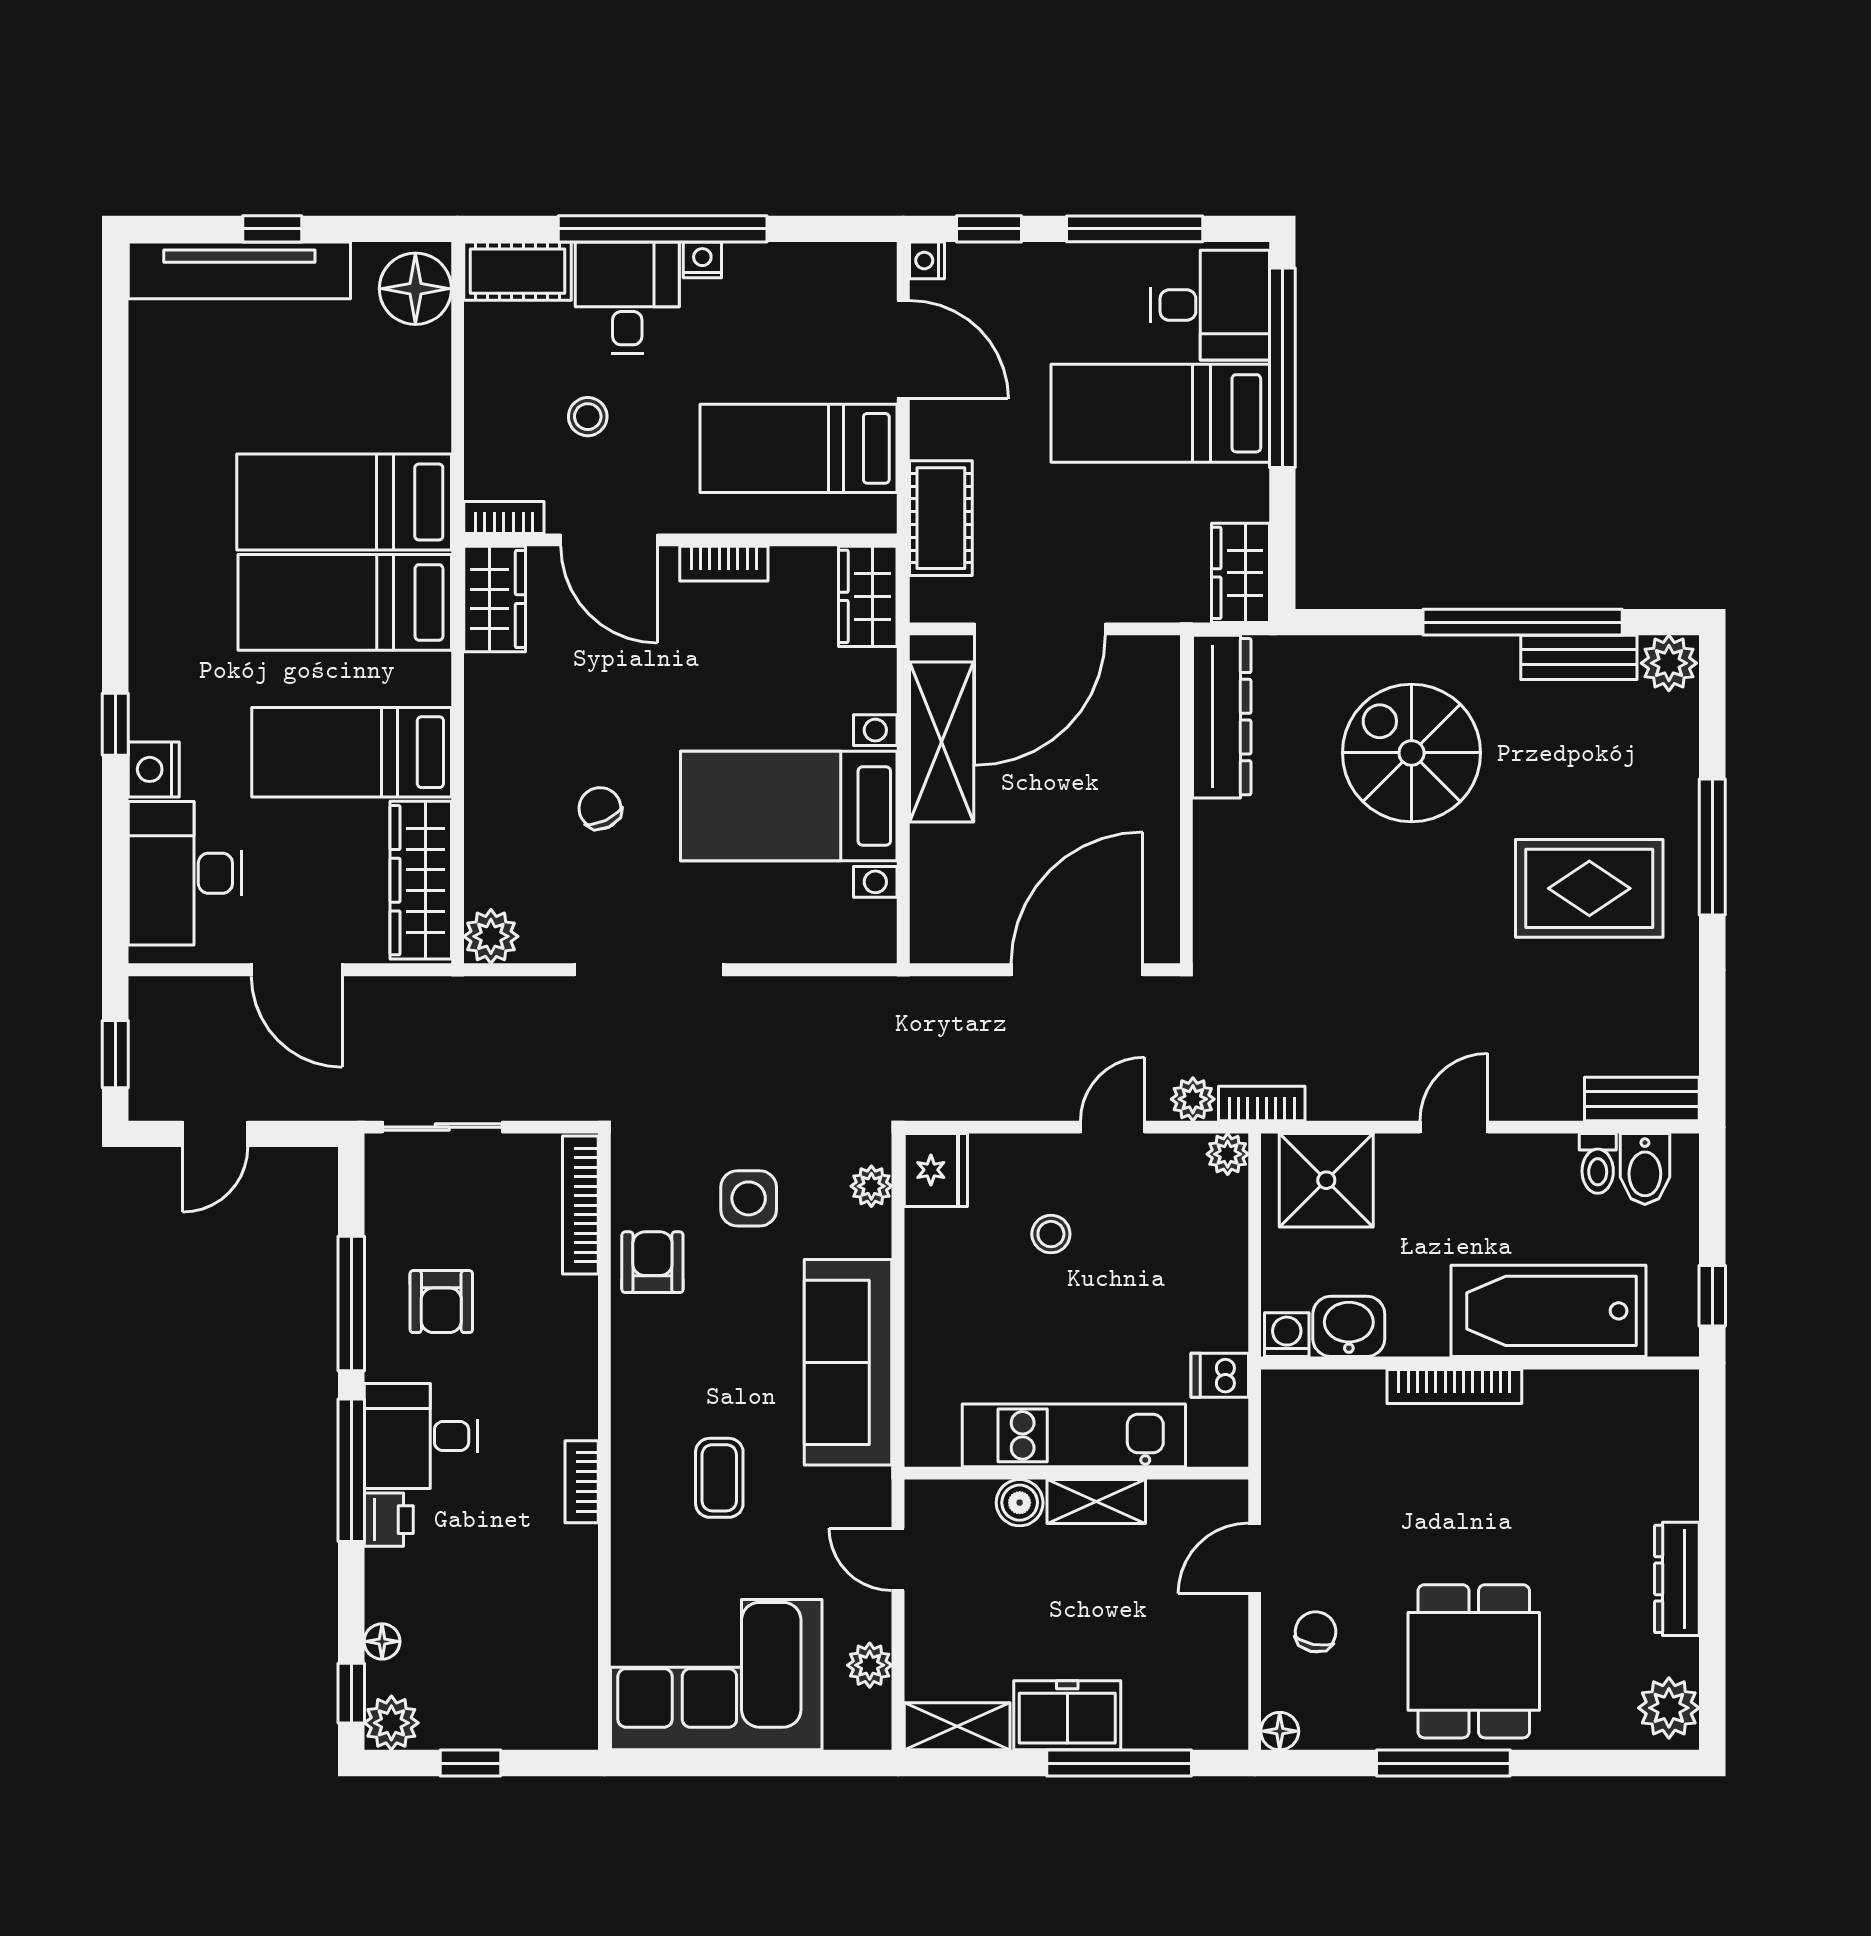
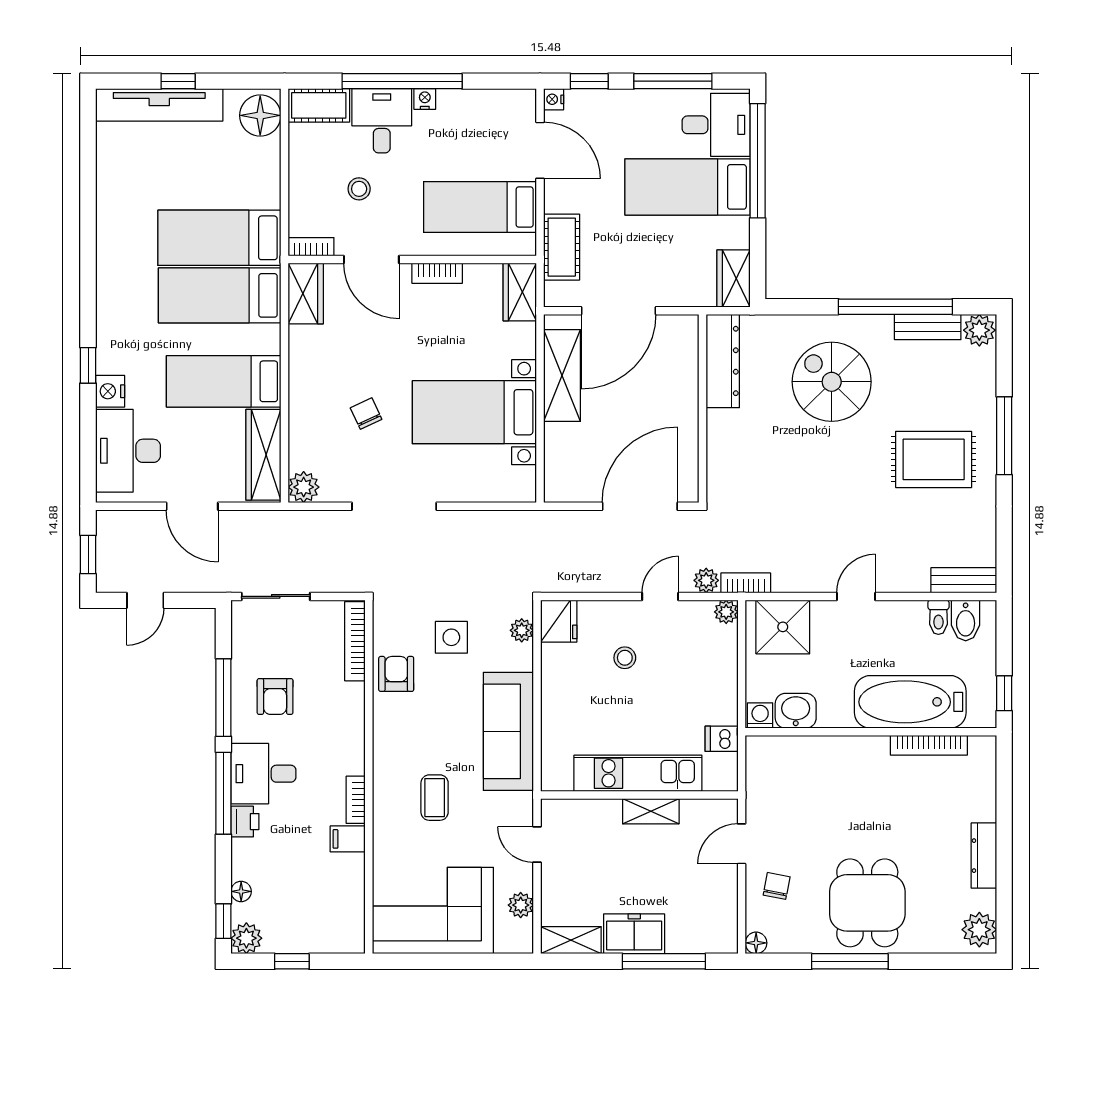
bookcase: (1454, 1387) -> (929, 745), moved
boiler: (1020, 1503) -> (607, 812), removed
filing cabinet: (568, 1550) -> (348, 839), added

